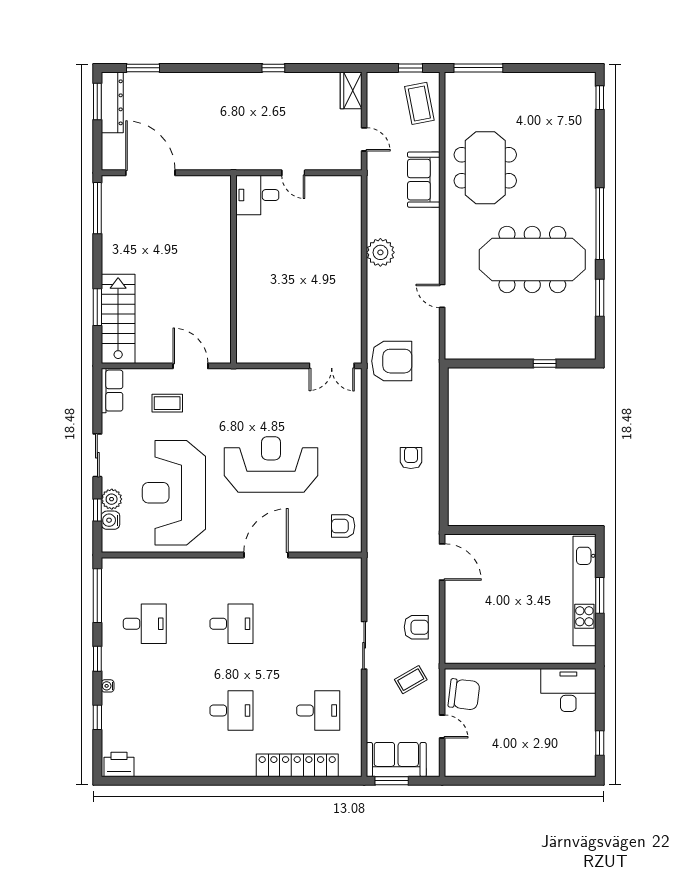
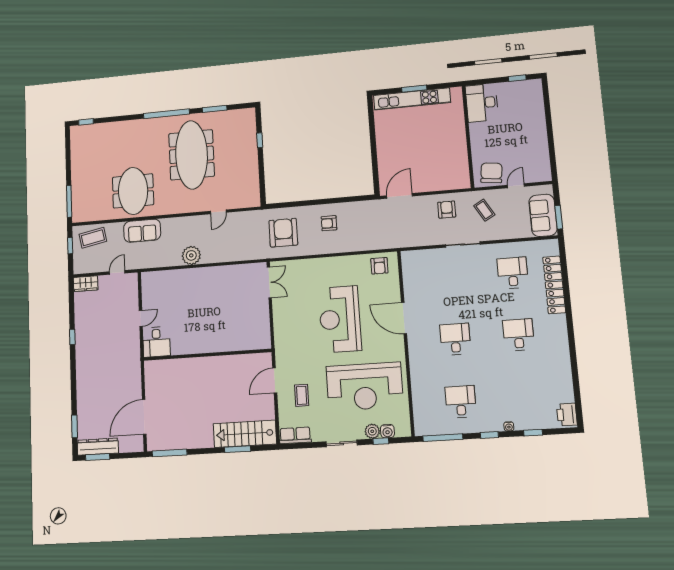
meeting table: (485, 168) -> (133, 191), turned 90
armchair: (392, 361) -> (283, 233), moved

